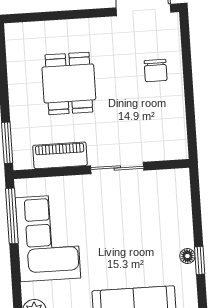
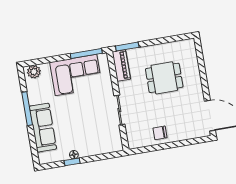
chair: (156, 71) -> (160, 133), moved
piano: (60, 155) -> (121, 66), moved

